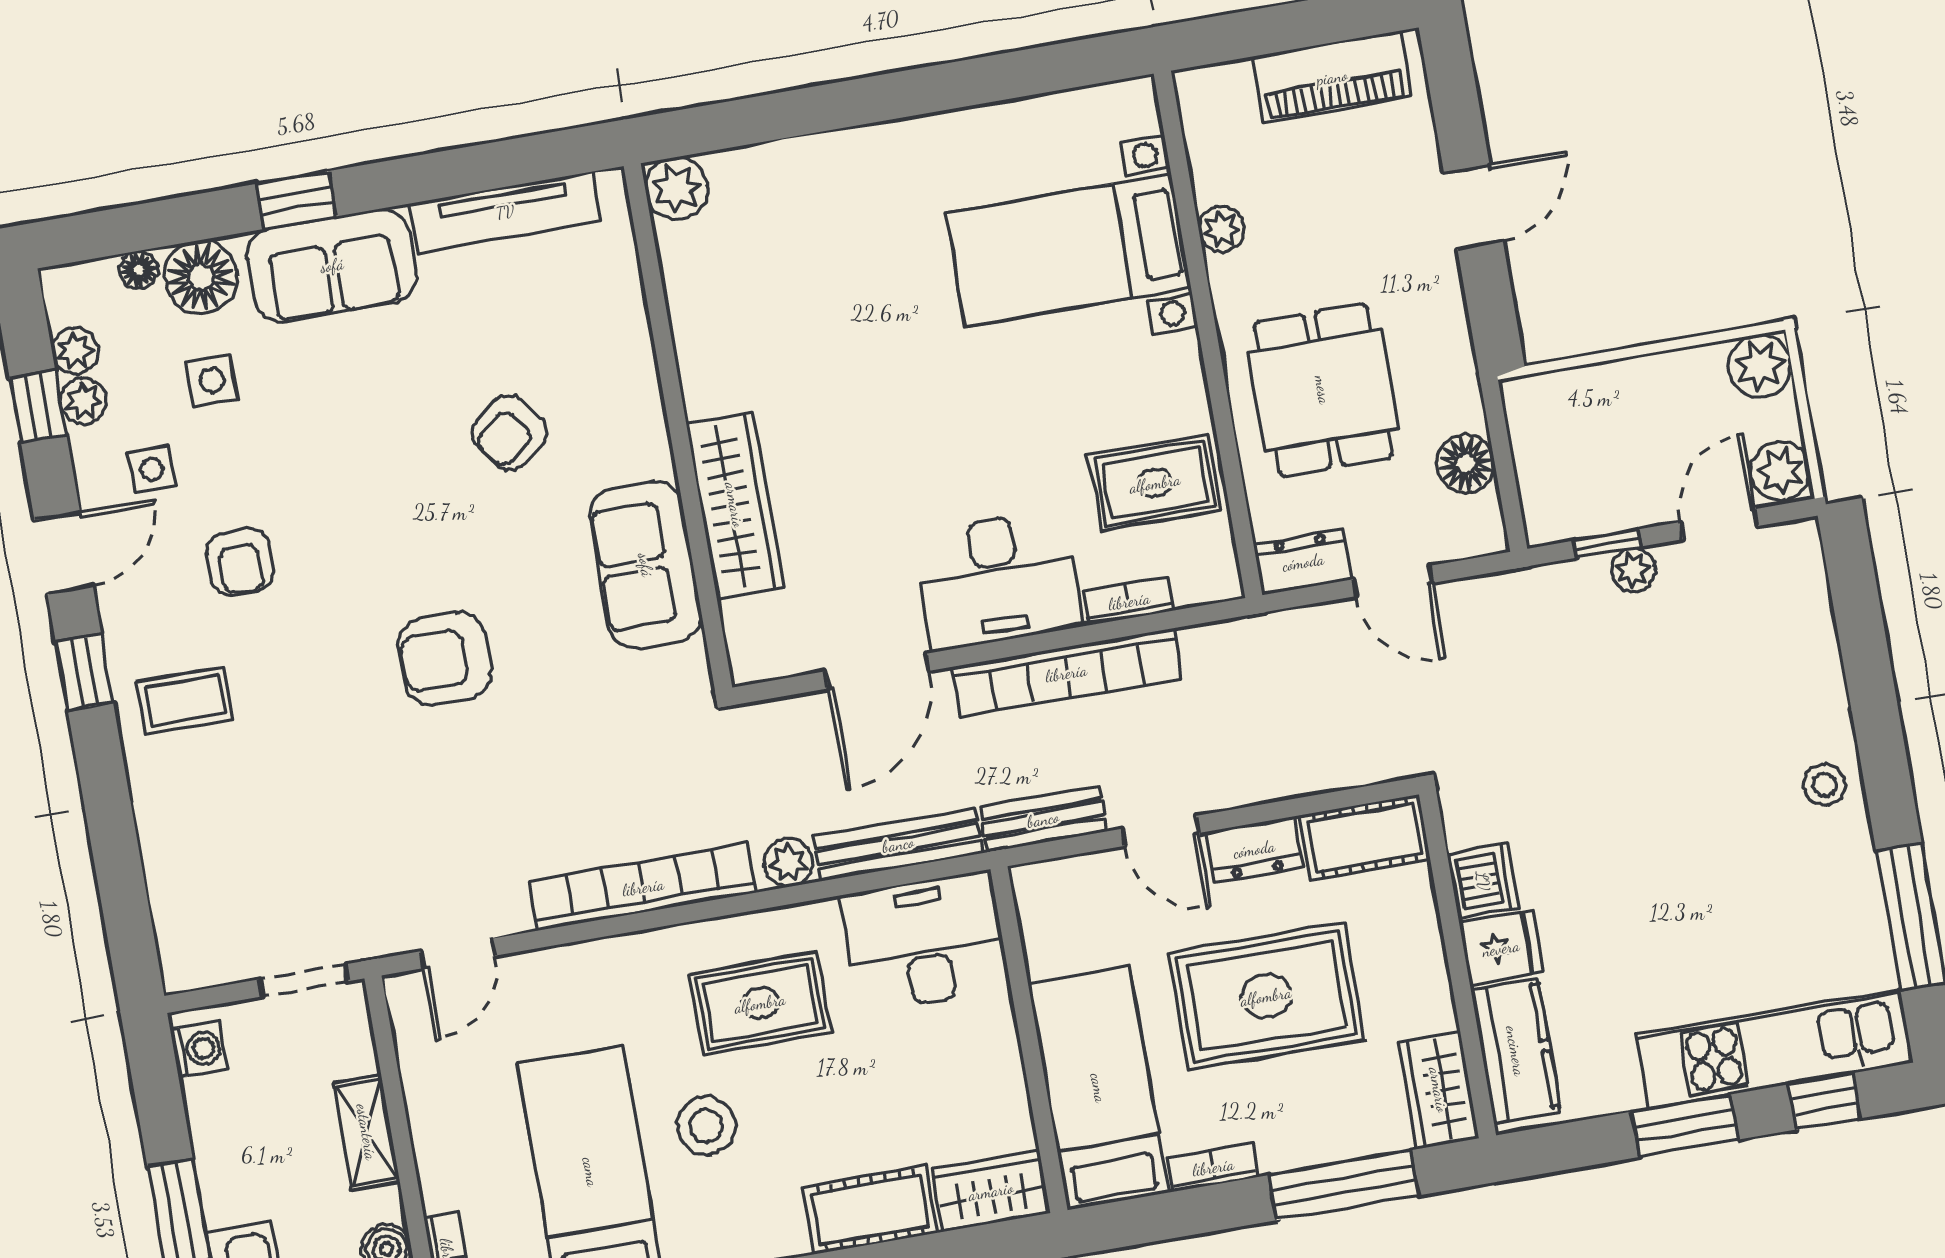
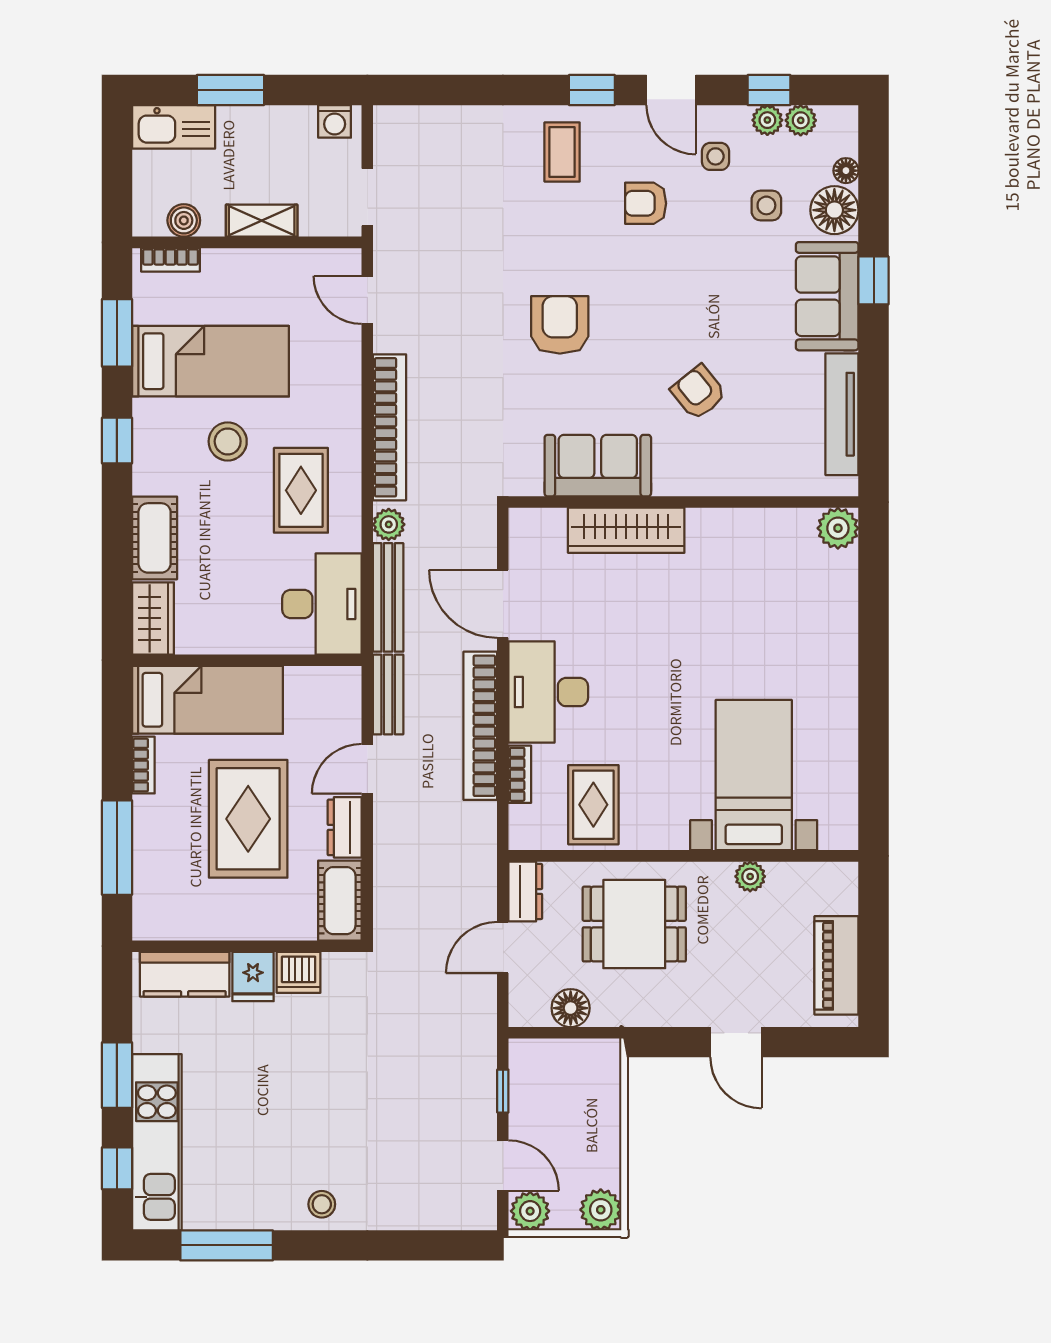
plant: (1633, 570) -> (483, 1105), removed
wardrobe: (1439, 1090) -> (168, 920), removed

